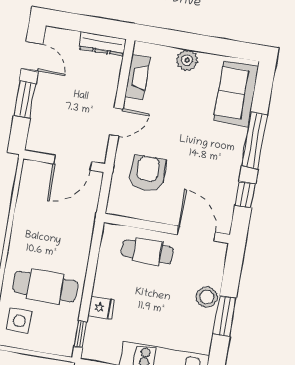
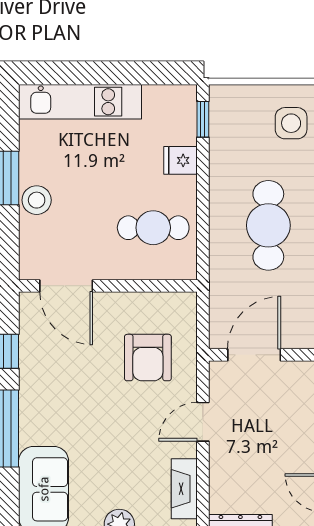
cafe table: (147, 252) -> (153, 228), moved
cafe table: (45, 286) -> (268, 225), moved, turned 90

